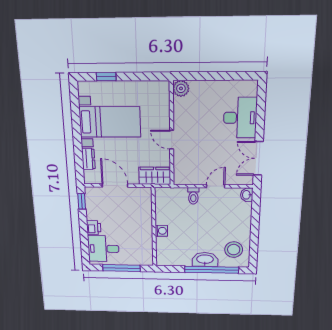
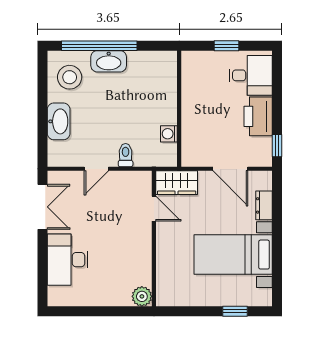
door: (172, 140) -> (154, 209), moved
washbasin: (247, 195) -> (59, 121), moved, width x1.91, depth x1.45
printer: (94, 228) -> (258, 116), width x1.87, depth x1.48
washing machine: (161, 231) -> (169, 134), moved
window: (121, 268) -> (227, 46), width x0.46

